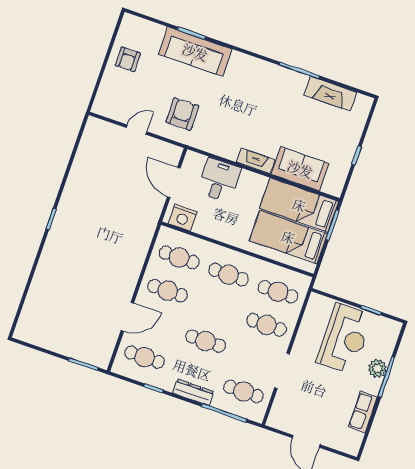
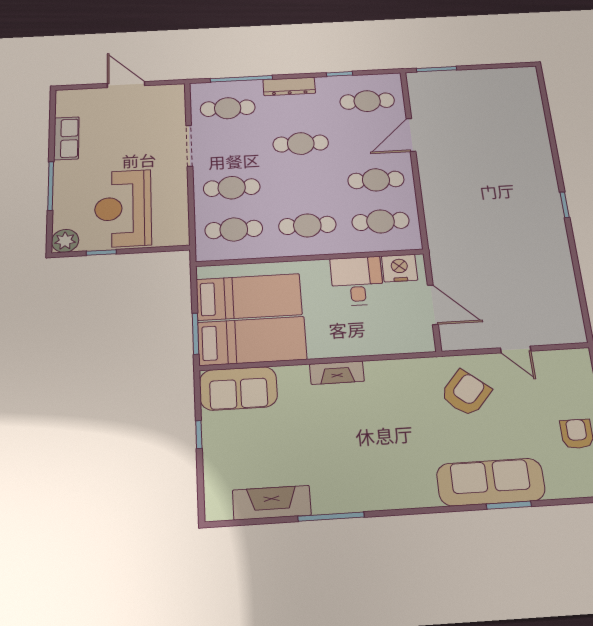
armchair: (182, 114) -> (466, 393), turned -140
door: (137, 130) -> (516, 349), hinge flipped
sofa: (300, 169) -> (238, 388), moved
desk: (219, 180) -> (357, 281), moved, turned 180
plant: (377, 368) -> (65, 241), moved

